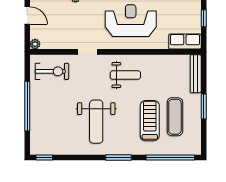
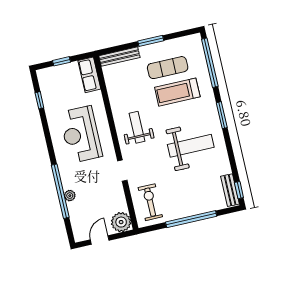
plant: (35, 44) -> (121, 222), width x1.88, depth x1.88
bench: (46, 149) -> (230, 190), added

